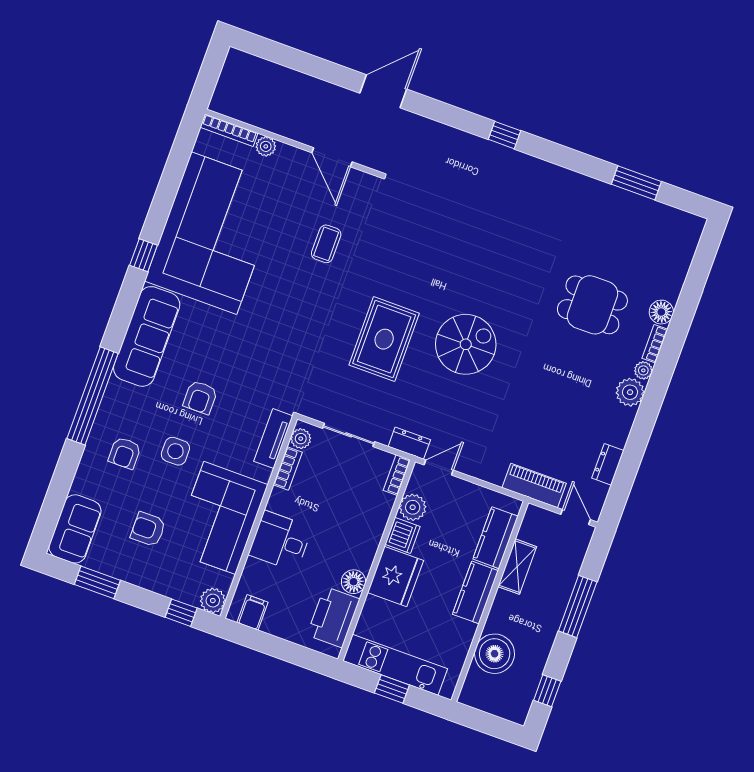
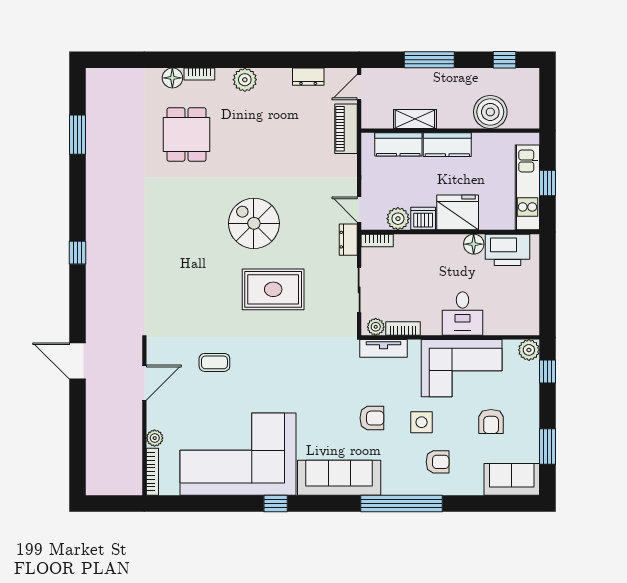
plant: (643, 370) -> (224, 75), removed
filing cabinet: (253, 612) -> (527, 315), removed

